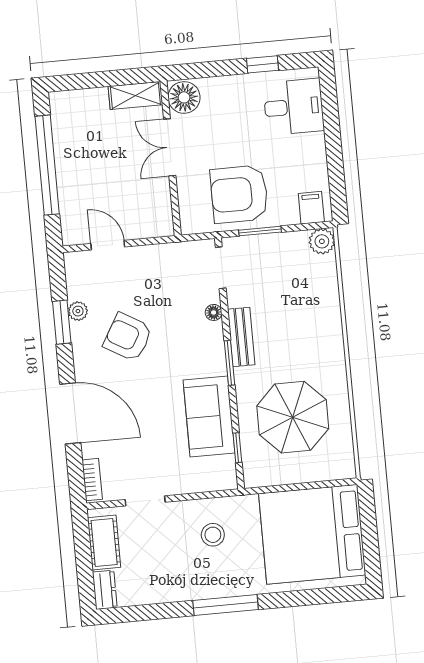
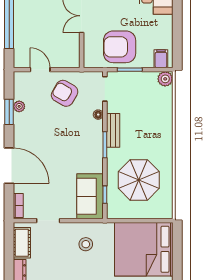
armchair: (128, 337) -> (65, 93), moved
sofa: (209, 417) -> (90, 196), moved

